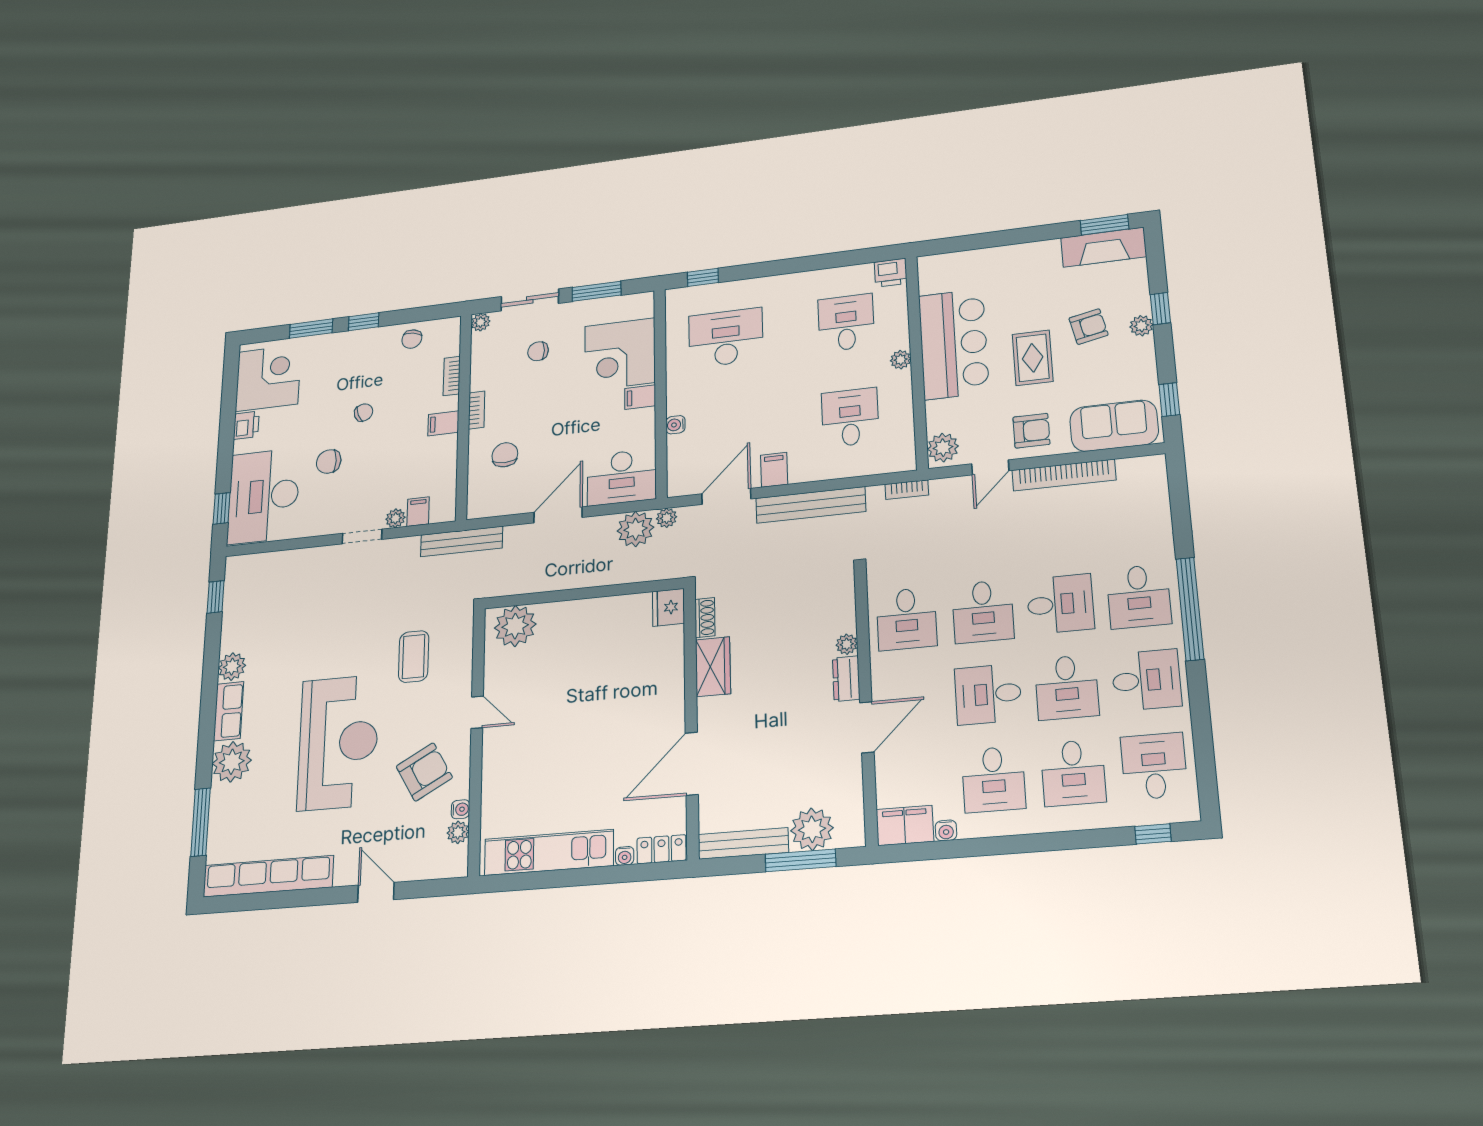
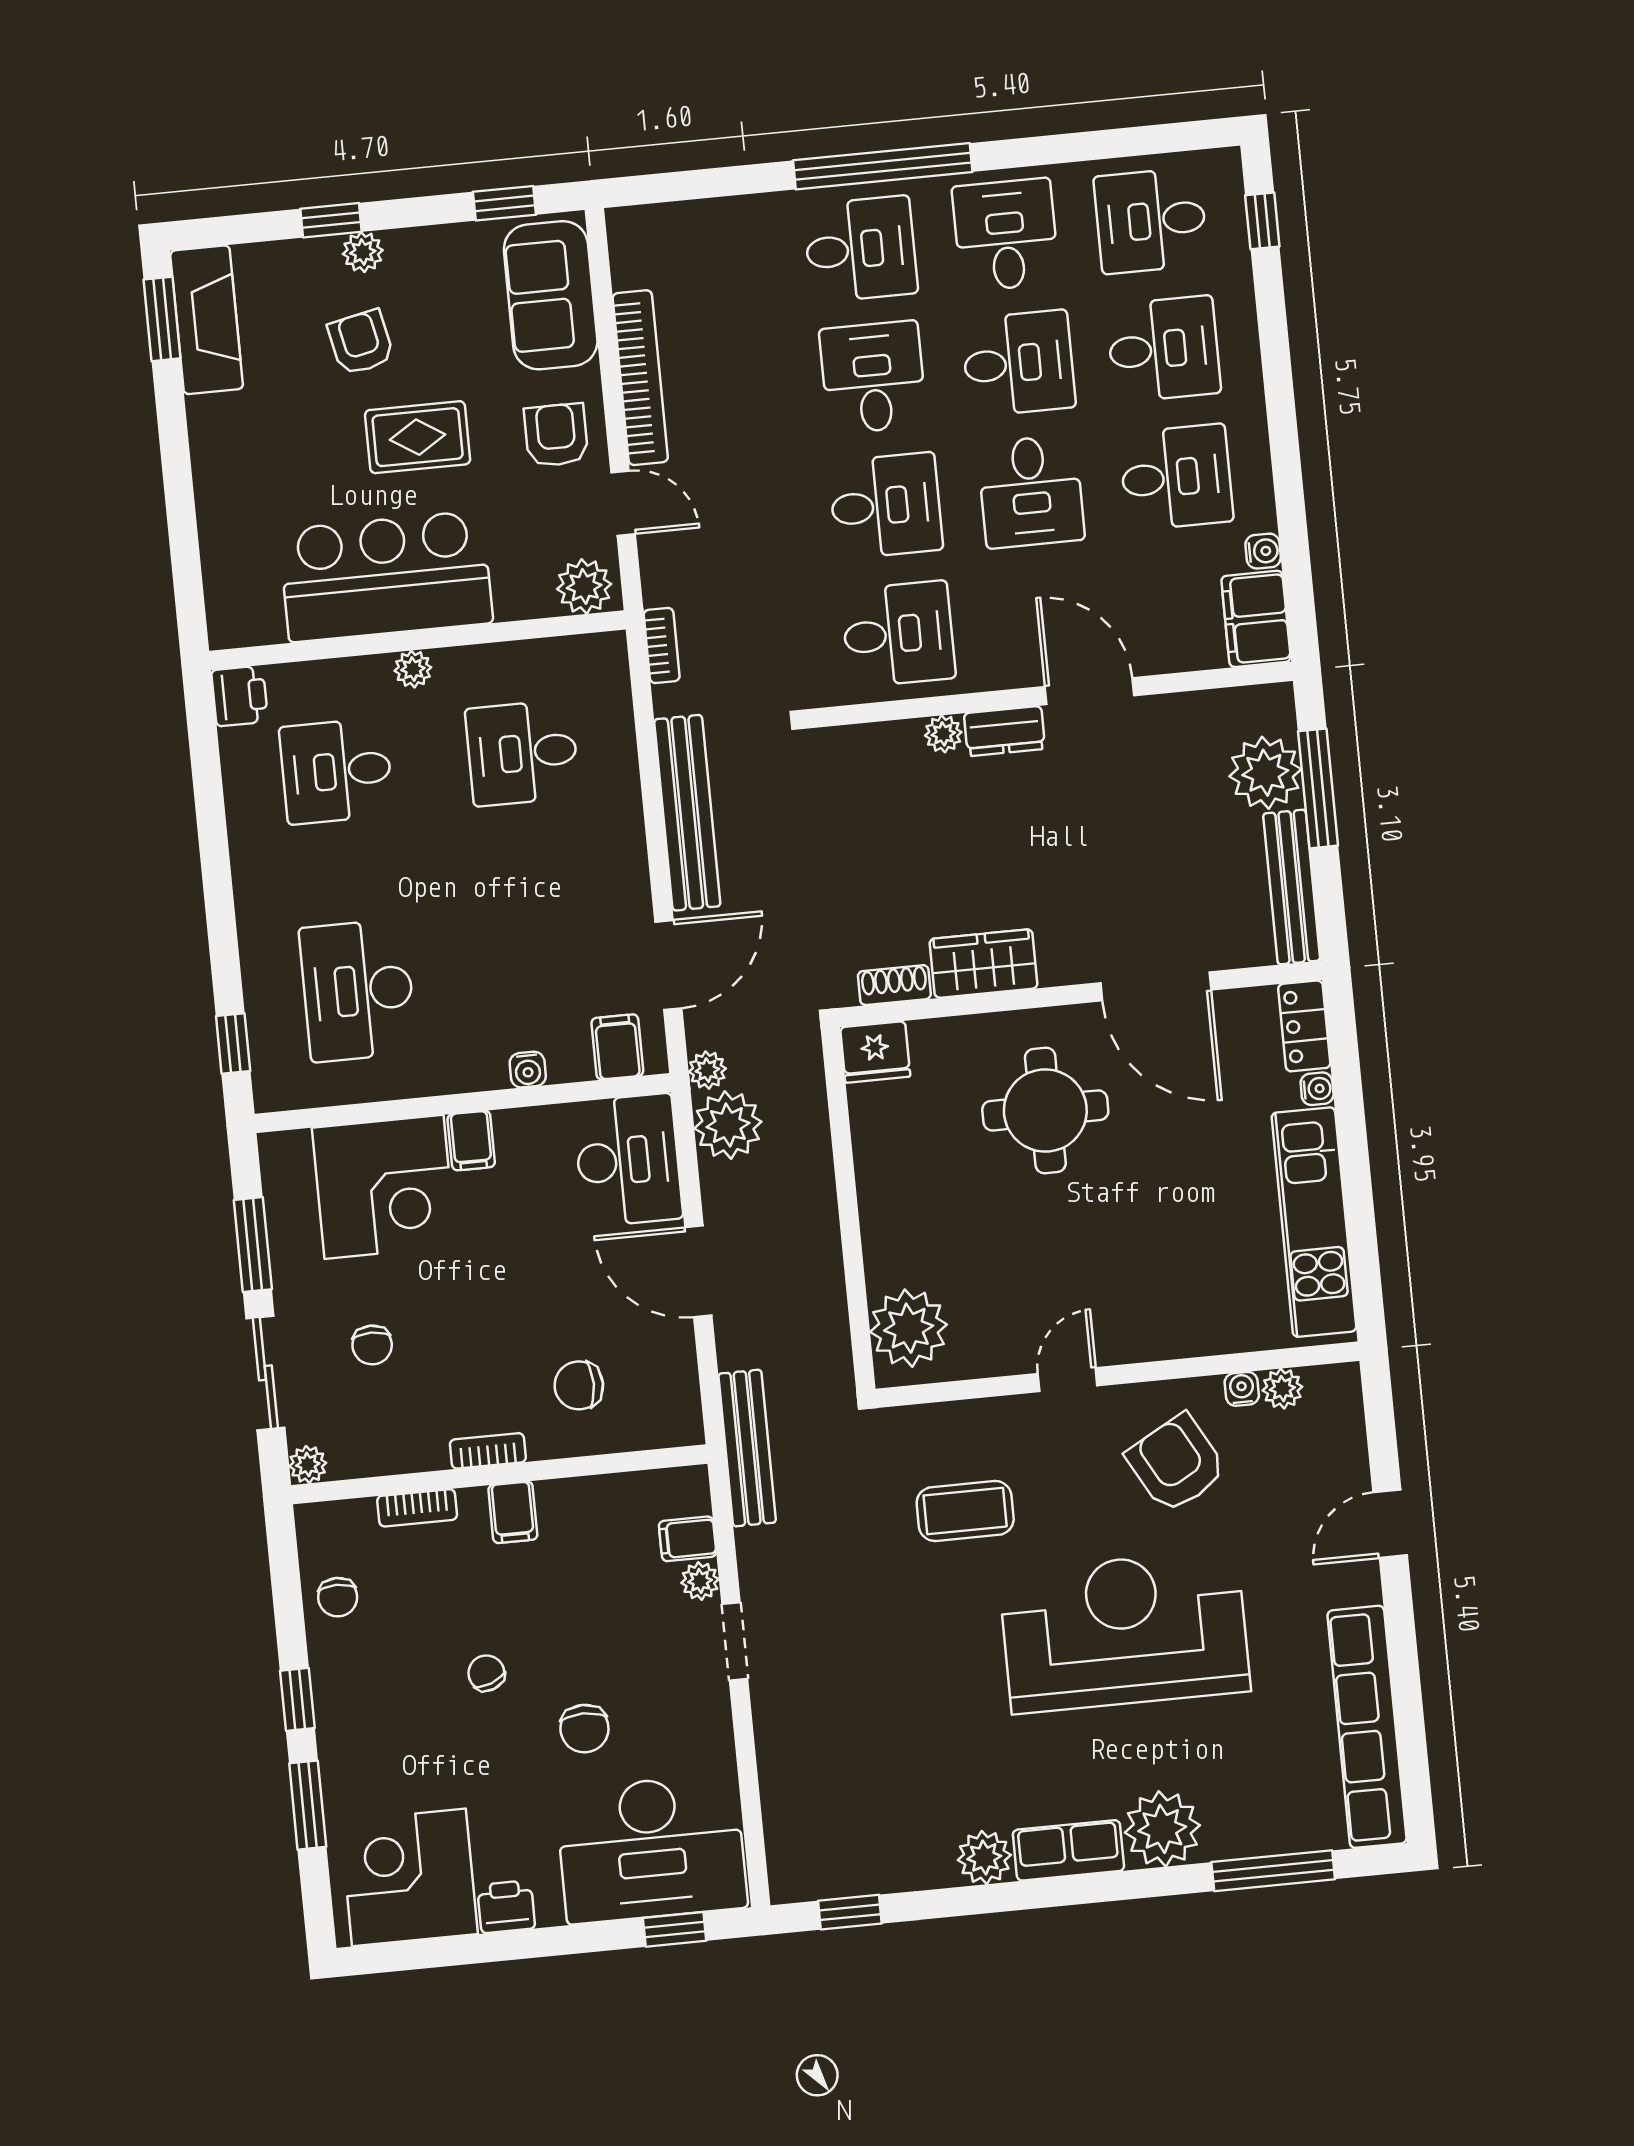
chair: (412, 339) -> (338, 1597), turned 79
filing cabinet: (774, 470) -> (617, 1047), moved, turned 90
door: (726, 496) -> (668, 965), swing flipped
round table: (627, 701) -> (1045, 1110), added

